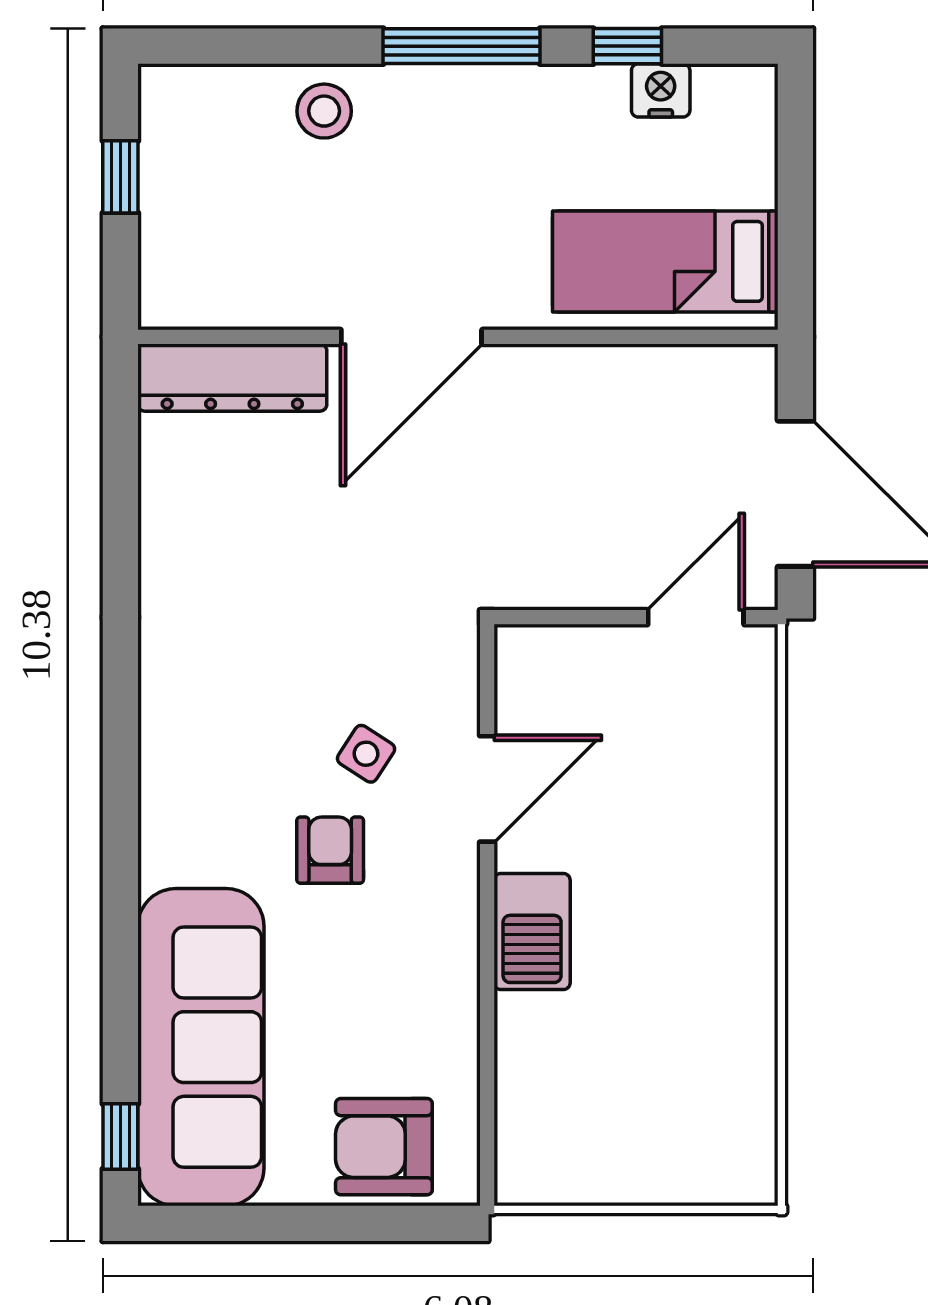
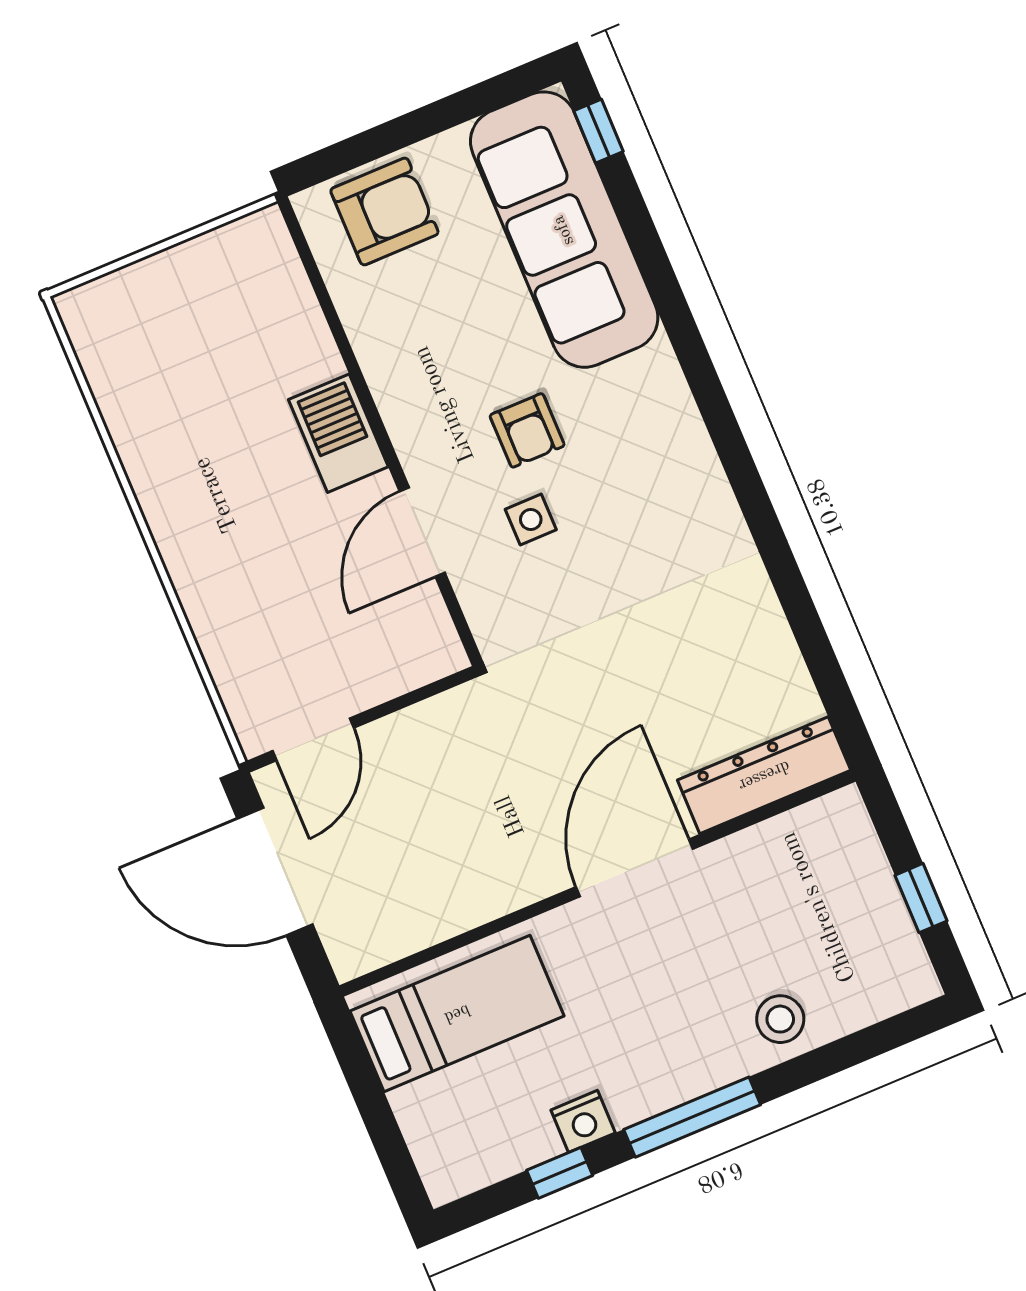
nightstand: (661, 90) -> (583, 1121), moved
side table: (366, 754) -> (531, 520), turned -33

